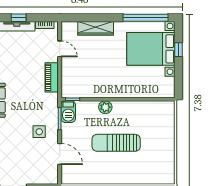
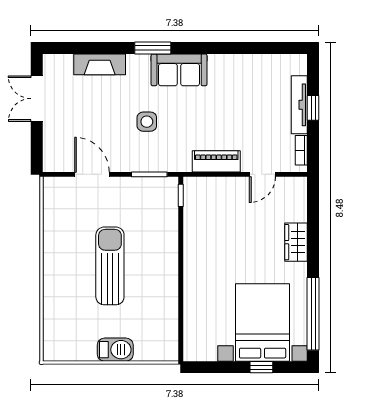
wardrobe: (96, 28) -> (296, 242), width x0.67
plant: (105, 107) -> (168, 248), removed
barbecue: (68, 112) -> (115, 350), moved, turned 180
side table: (39, 132) -> (147, 122), moved
door: (60, 154) -> (92, 174), swing flipped

